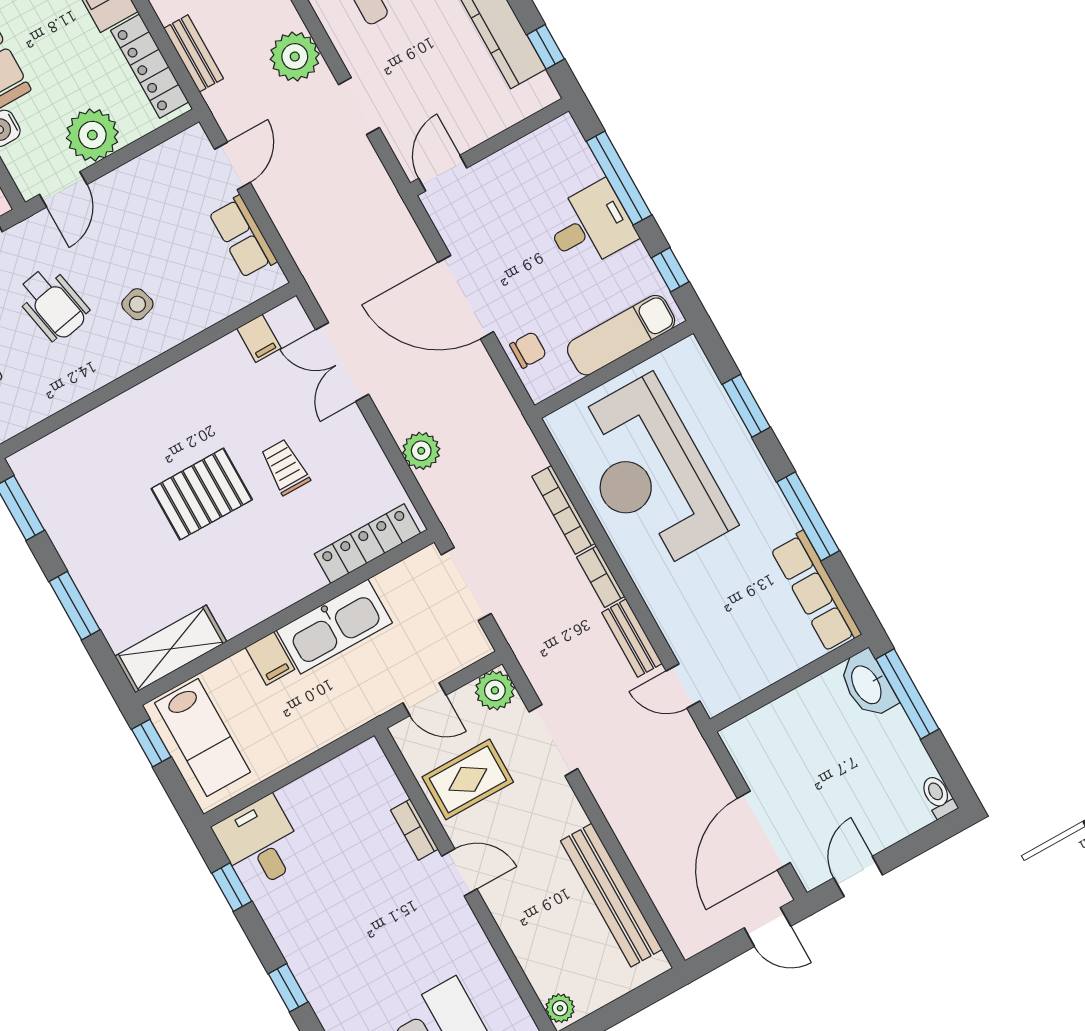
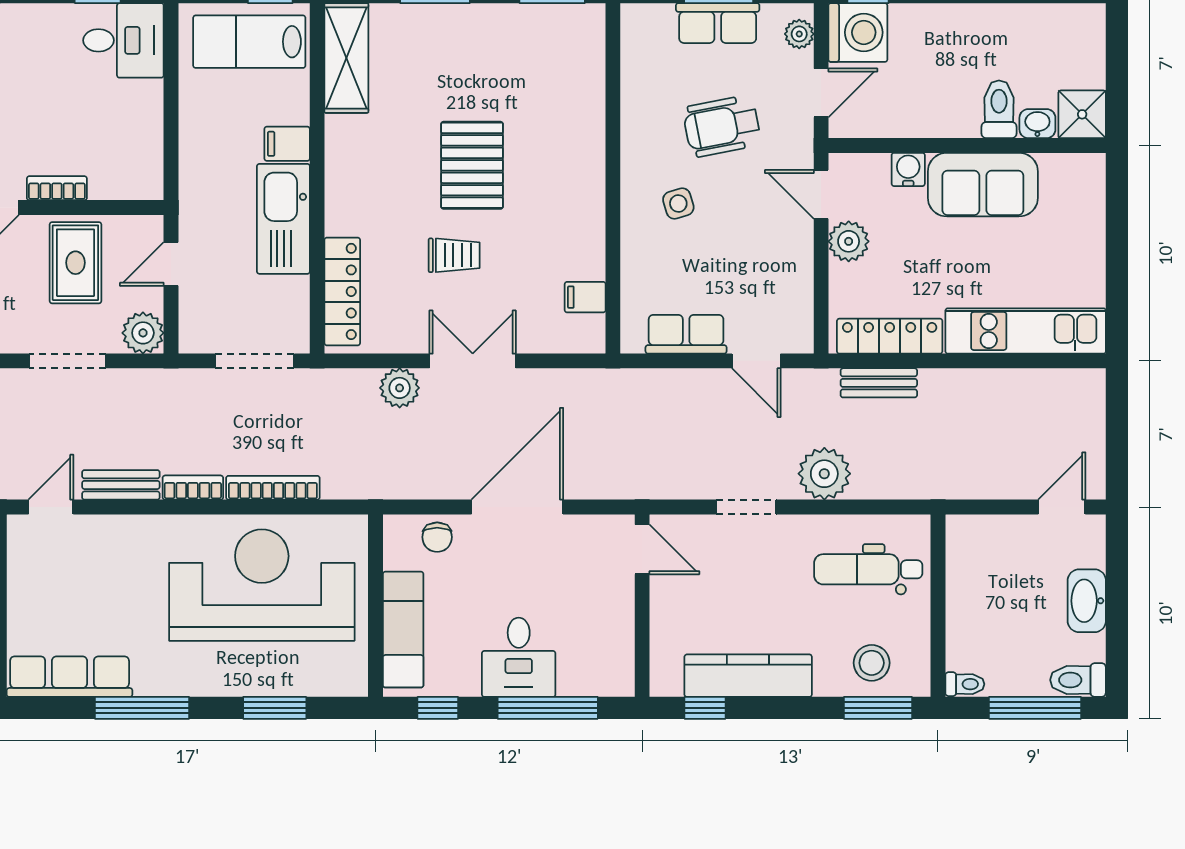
plant: (92, 135) -> (849, 241), width x0.73, depth x0.73
double door: (342, 362) -> (473, 361), moved

